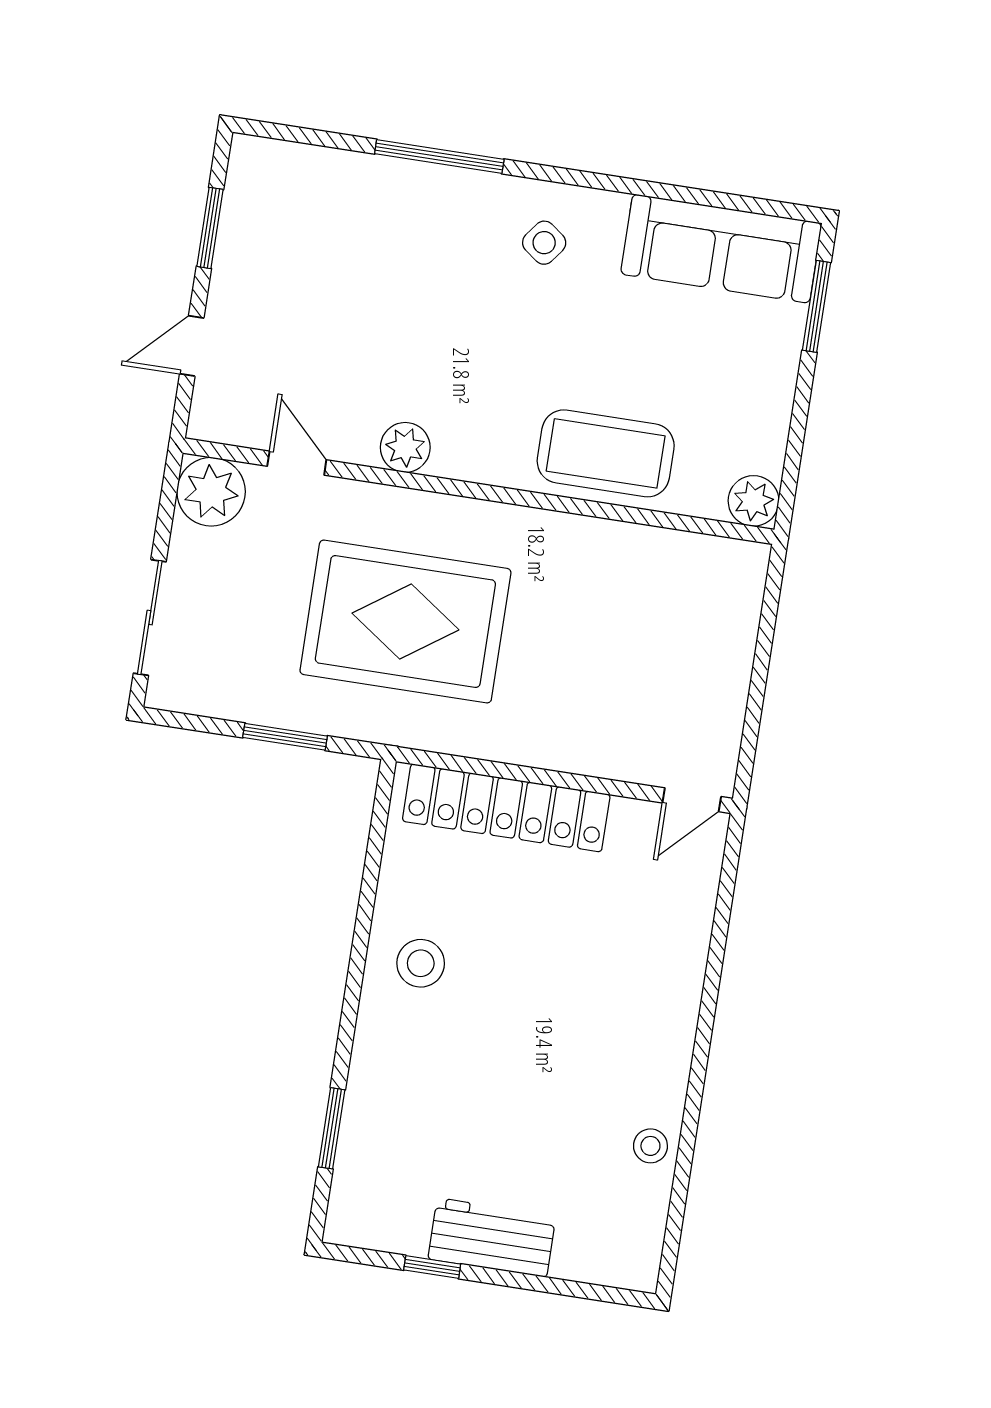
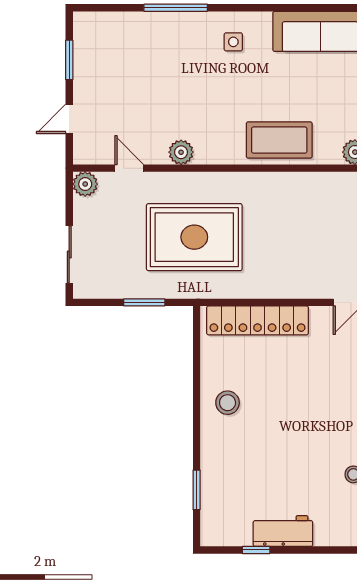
side table: (544, 243) -> (233, 42), turned -37
plant: (211, 492) -> (85, 184), width x0.73, depth x0.73

